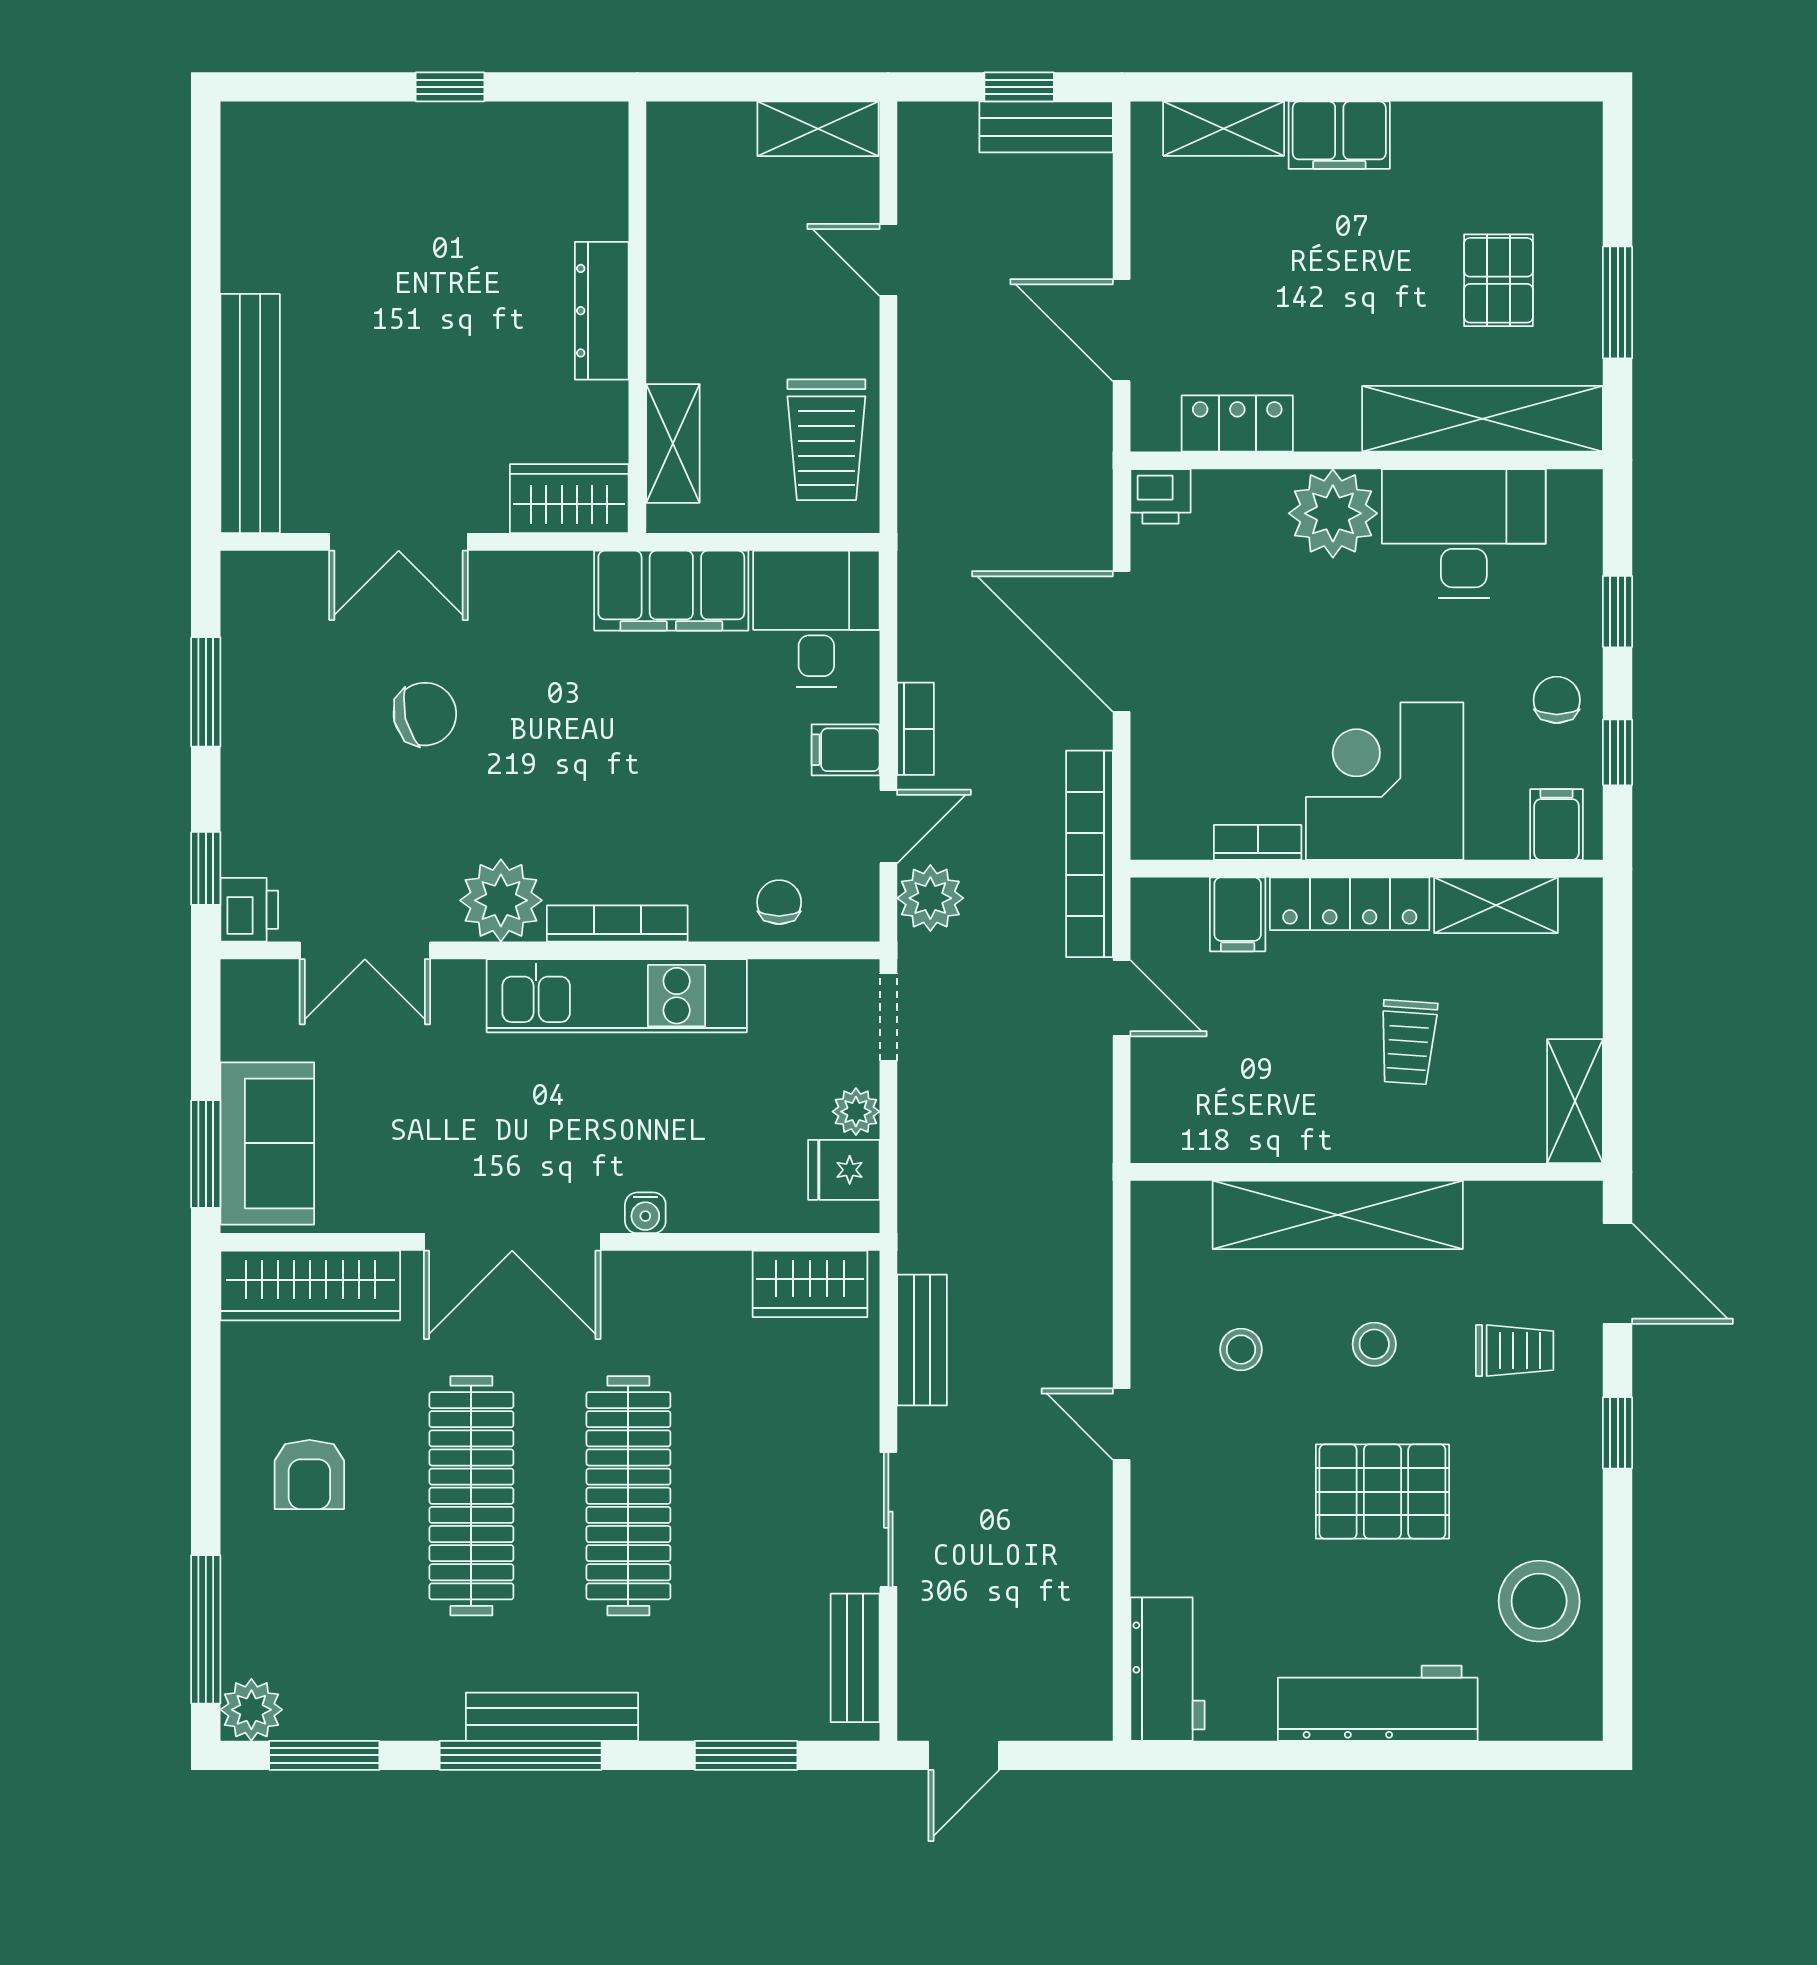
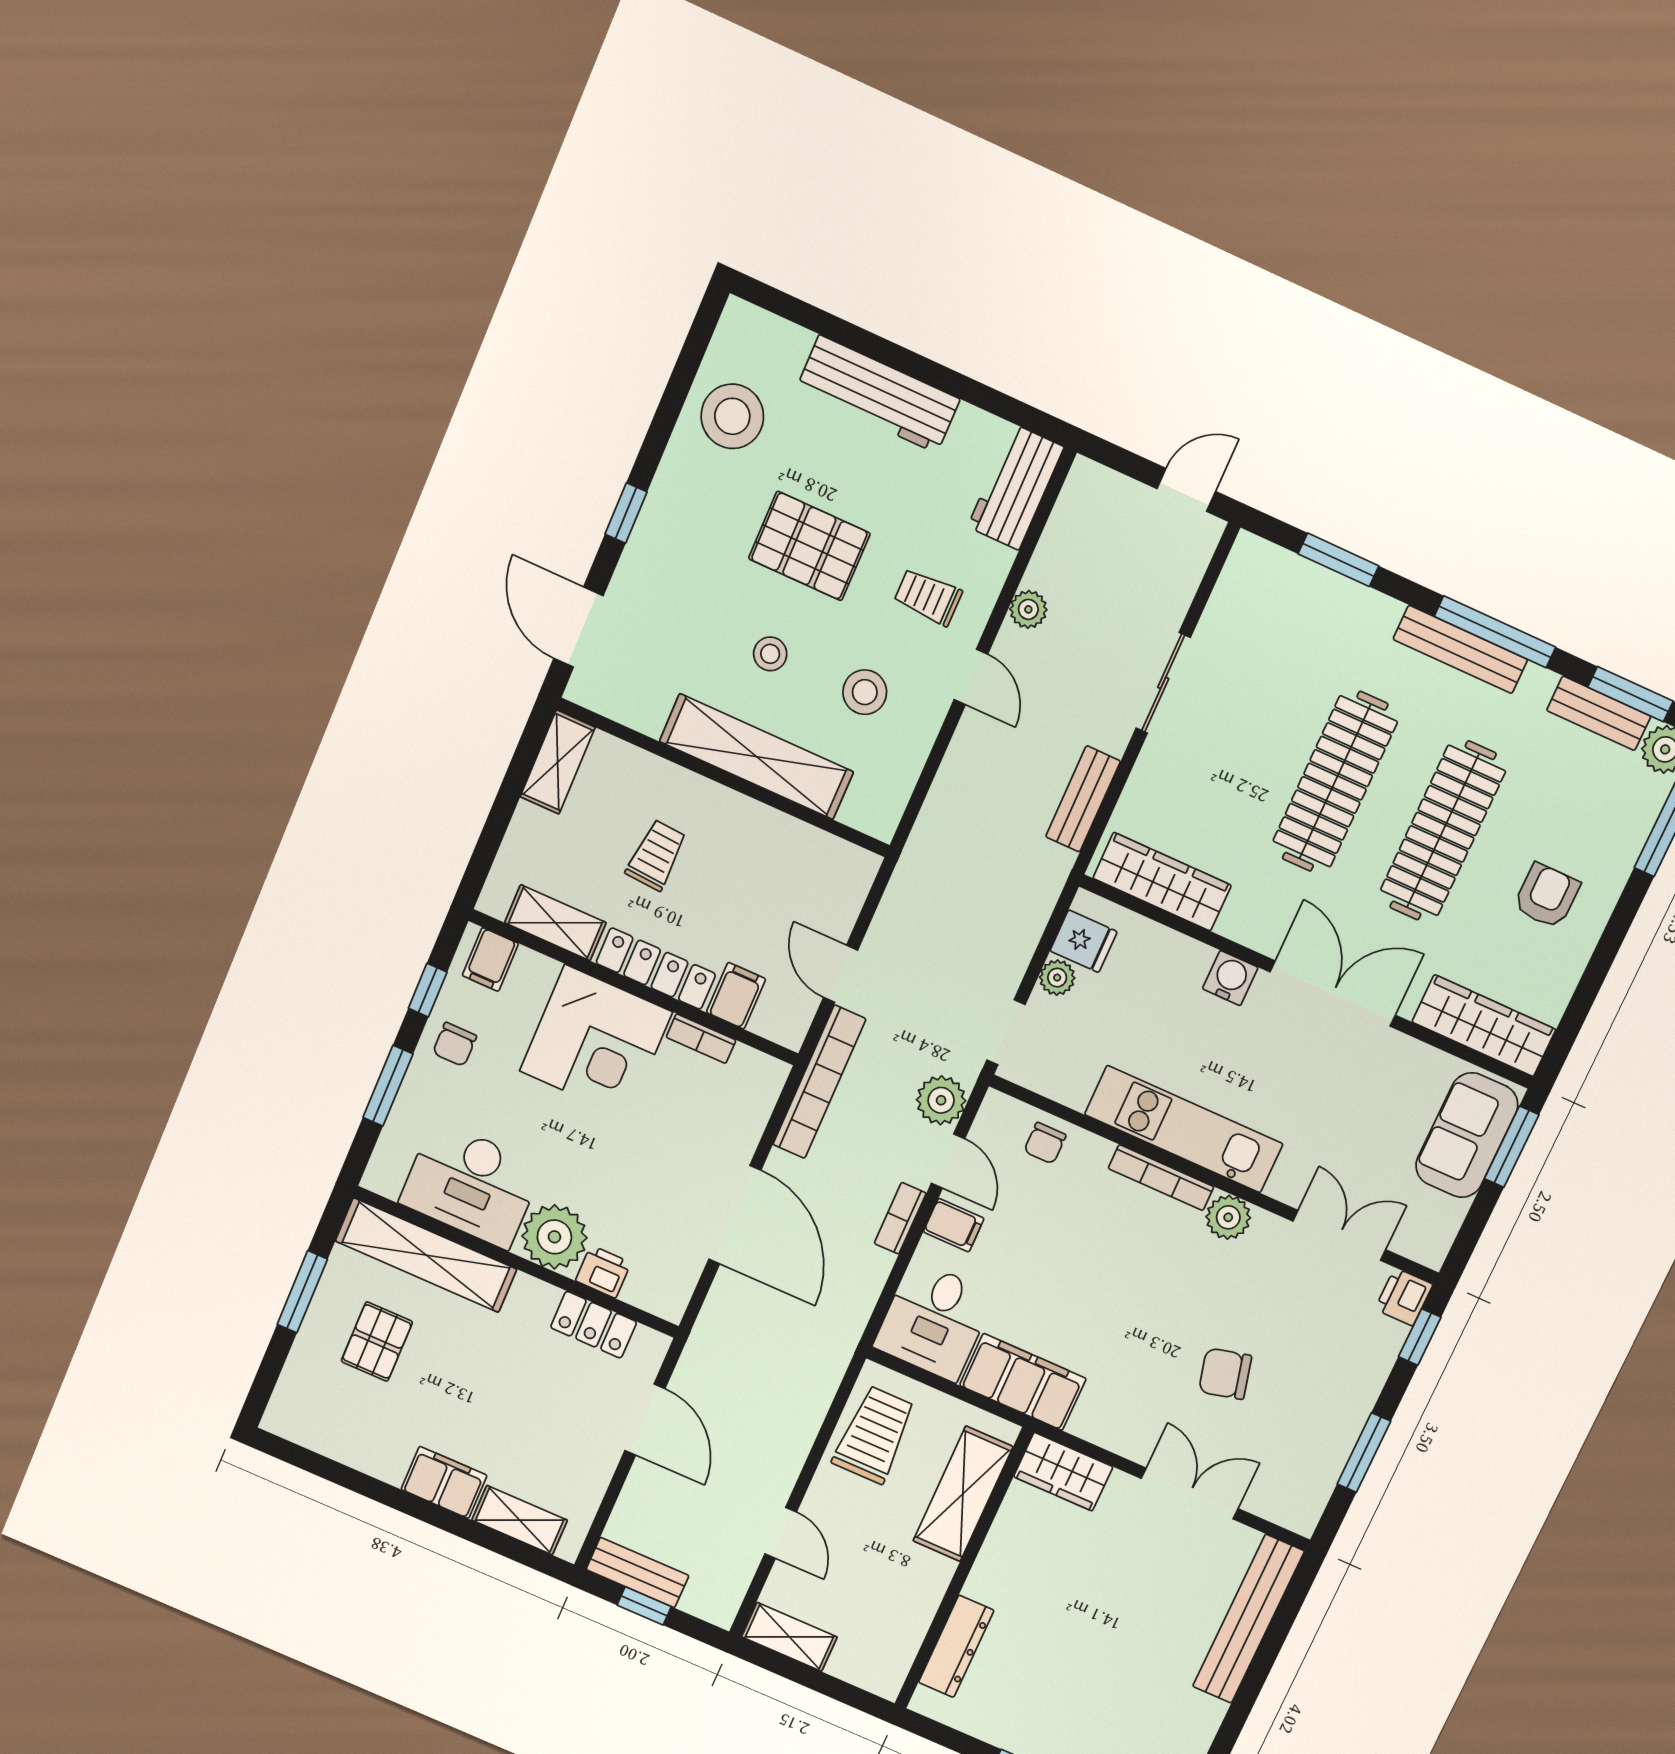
dresser: (602, 311) -> (956, 1646), moved
shelving: (673, 443) -> (963, 1494), width x1.50, depth x1.33
printer: (1160, 496) -> (603, 1272), moved
window: (1618, 612) -> (388, 1086), width x1.50
door: (888, 827) -> (948, 1161), swing flipped
plant: (501, 900) -> (1228, 1217), width x0.73, depth x0.73
water cooler: (645, 1213) -> (1230, 978), width x1.38, depth x1.38
wardrobe: (810, 1284) -> (1162, 882), width x1.50
stool: (1241, 1350) -> (865, 692), width x1.37, depth x1.37
trolley: (1515, 1351) -> (928, 597), moved
plant: (1088, 1534) -> (1028, 609), added
bench: (855, 1658) -> (1599, 713), moved, turned 90

